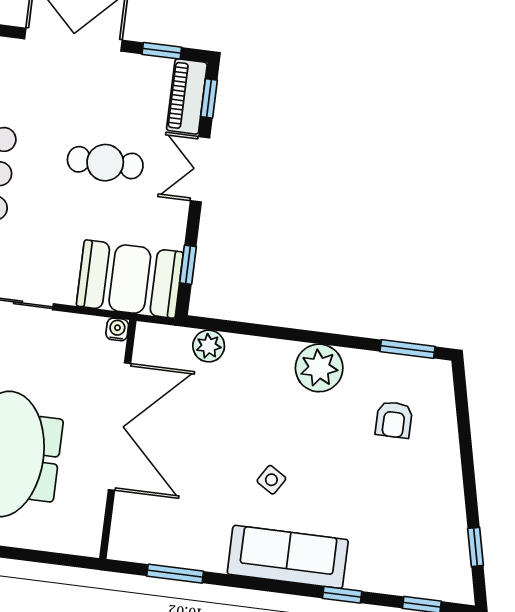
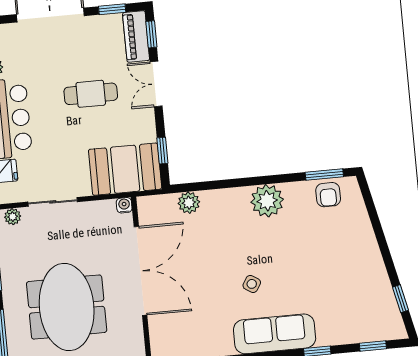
armchair: (394, 420) -> (328, 195), moved

